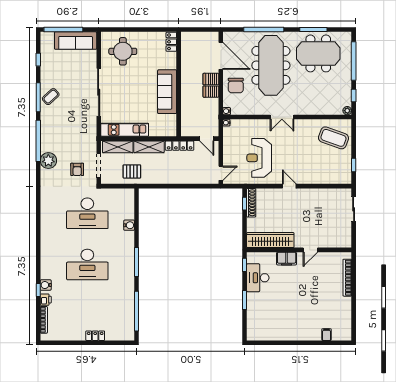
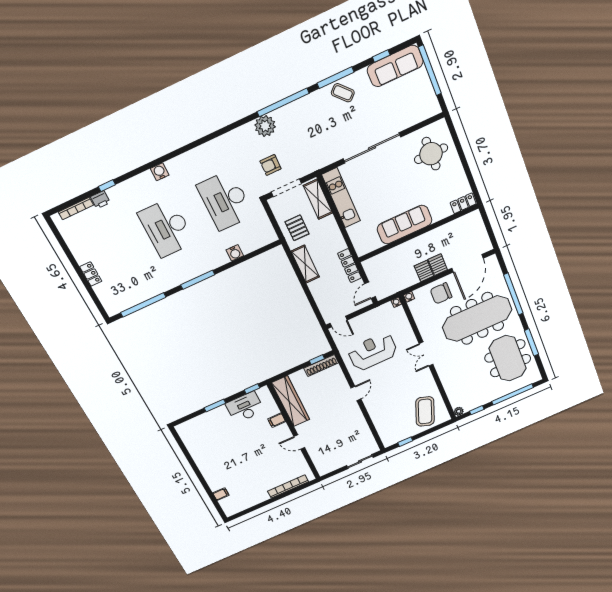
sofa: (76, 41) -> (395, 66), moved, turned -90
shelving: (149, 147) -> (305, 264), moved
filing cabinet: (287, 259) -> (277, 420), width x0.50
water cooler: (46, 285) -> (160, 172), moved

